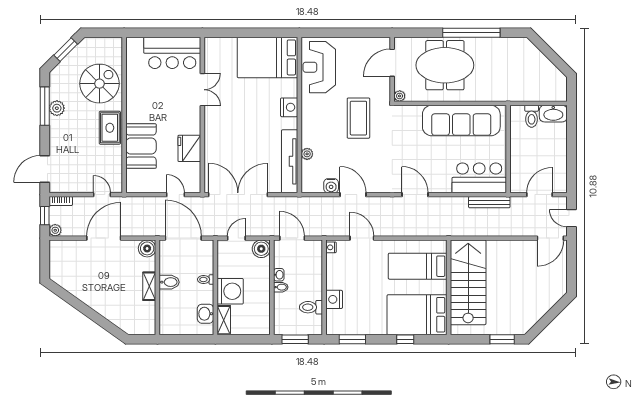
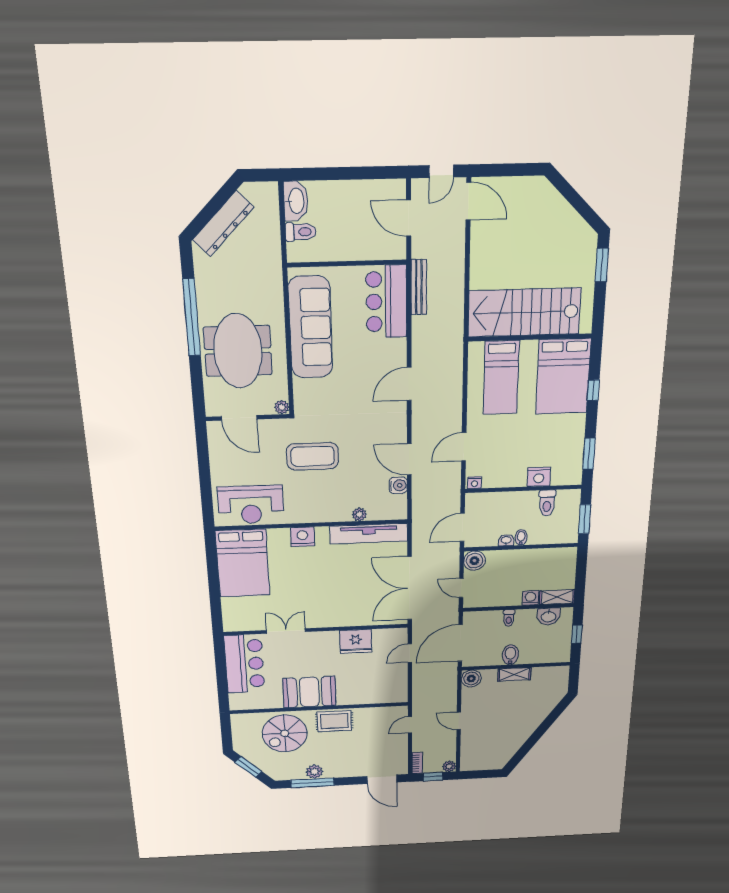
dresser: (539, 61) -> (223, 224), added
spiral stairs: (99, 84) -> (285, 733), turned -90
booth: (141, 146) -> (309, 692), moved
door: (353, 195) -> (409, 459), hinge flipped
door: (104, 238) -> (459, 721), width x0.53
washing machine: (230, 291) -> (530, 598), width x0.53, depth x0.53
window: (187, 339) -> (577, 634), added

